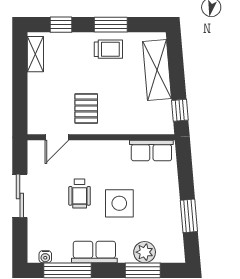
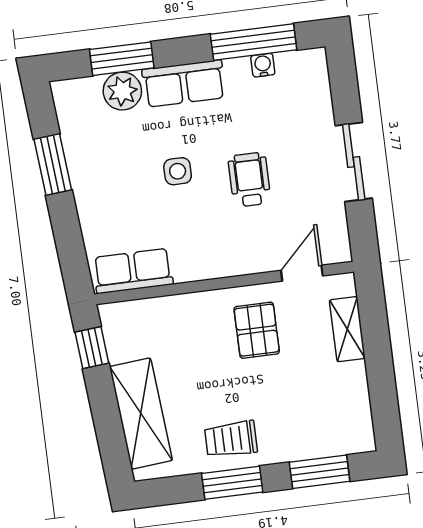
window: (61, 25) -> (320, 472), width x1.50
shelving: (35, 54) -> (347, 329), moved
side table: (119, 203) -> (178, 171), width x0.54, depth x0.54
row of seats: (94, 252) -> (184, 83), moved
water cooler: (45, 257) -> (263, 65), moved

